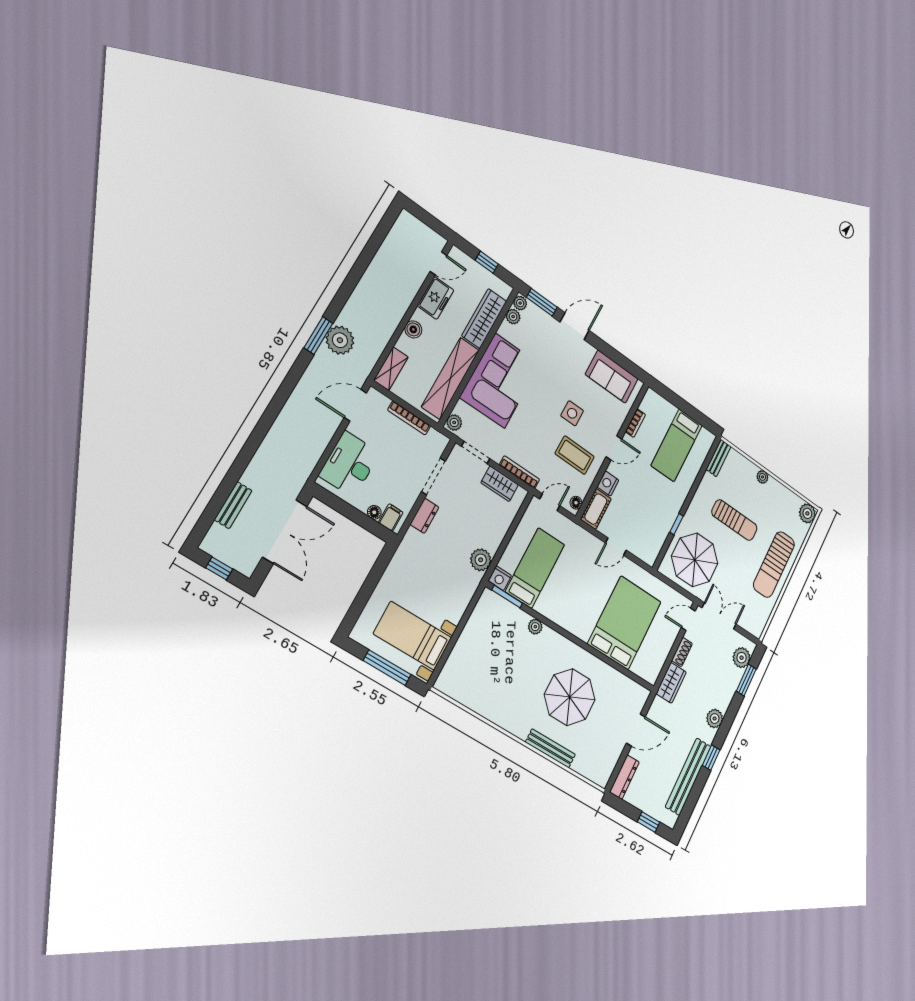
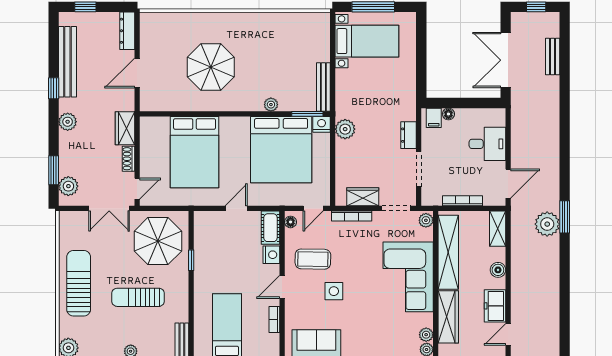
desk: (349, 464) -> (487, 144), width x0.73
bed: (535, 568) -> (281, 150), width x2.04
bench: (550, 748) -> (323, 87), moved, turned 90

